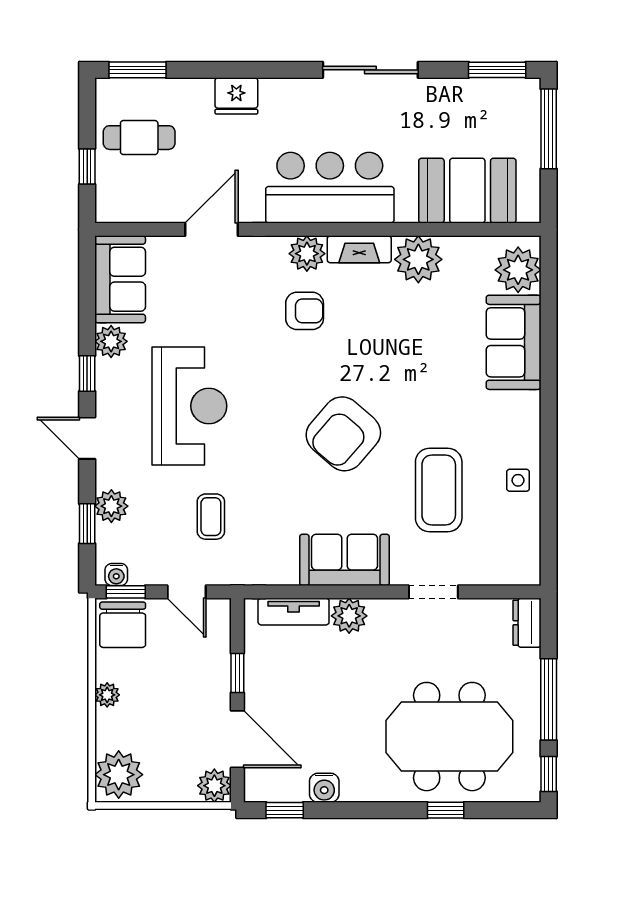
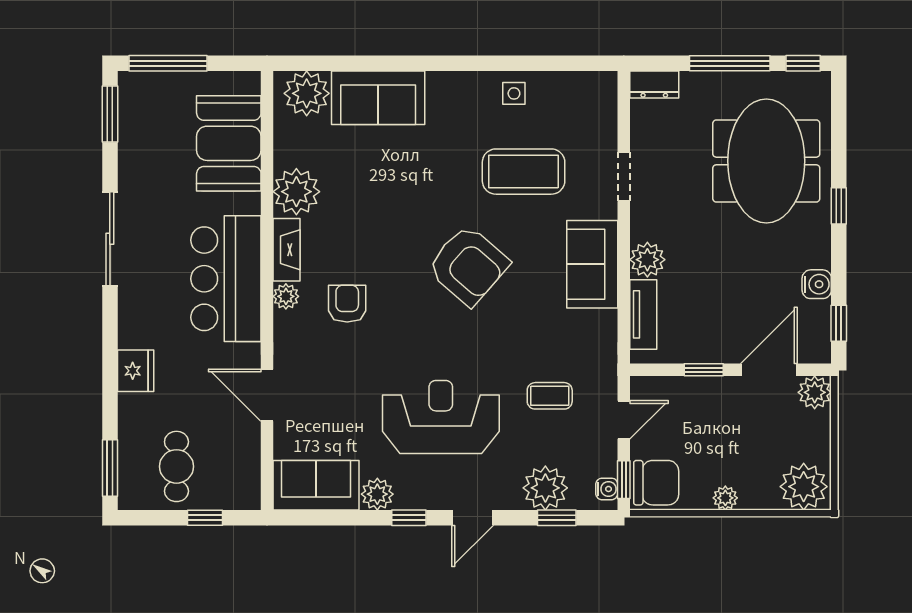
plant: (307, 254) -> (286, 296), width x0.73, depth x0.73
plant: (111, 506) -> (545, 488), width x1.36, depth x1.36
window: (446, 810) -> (839, 206), moved

